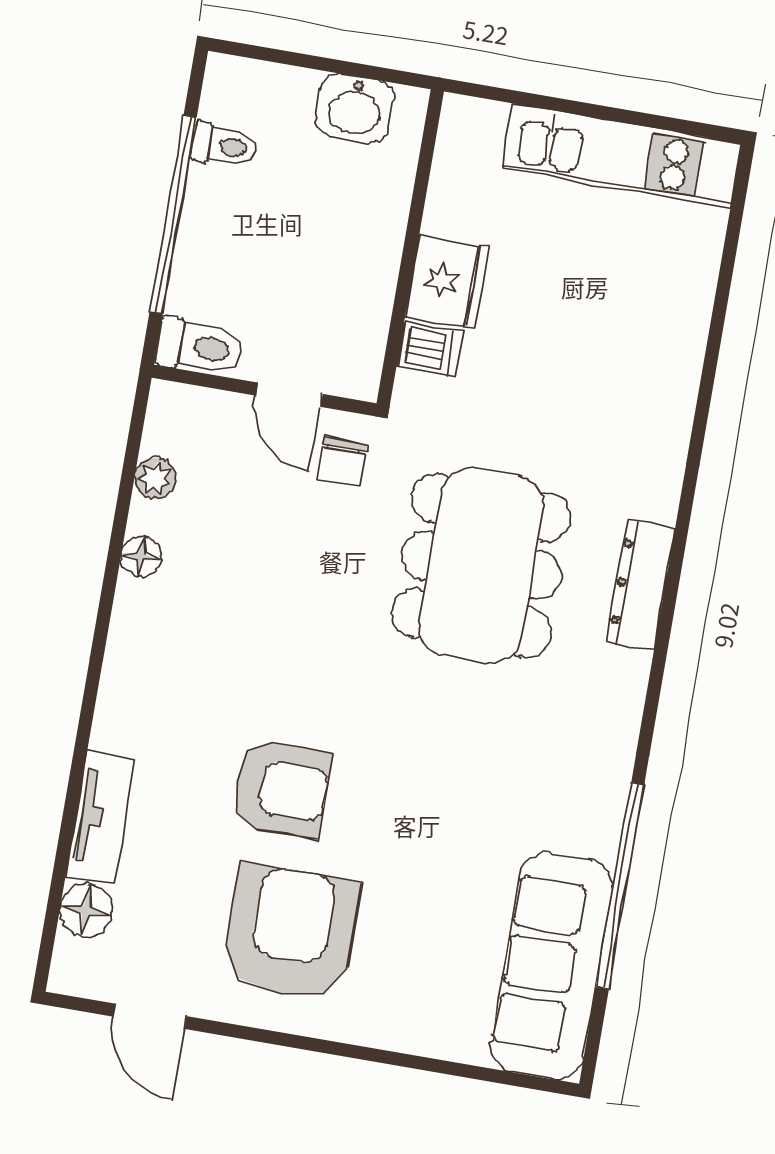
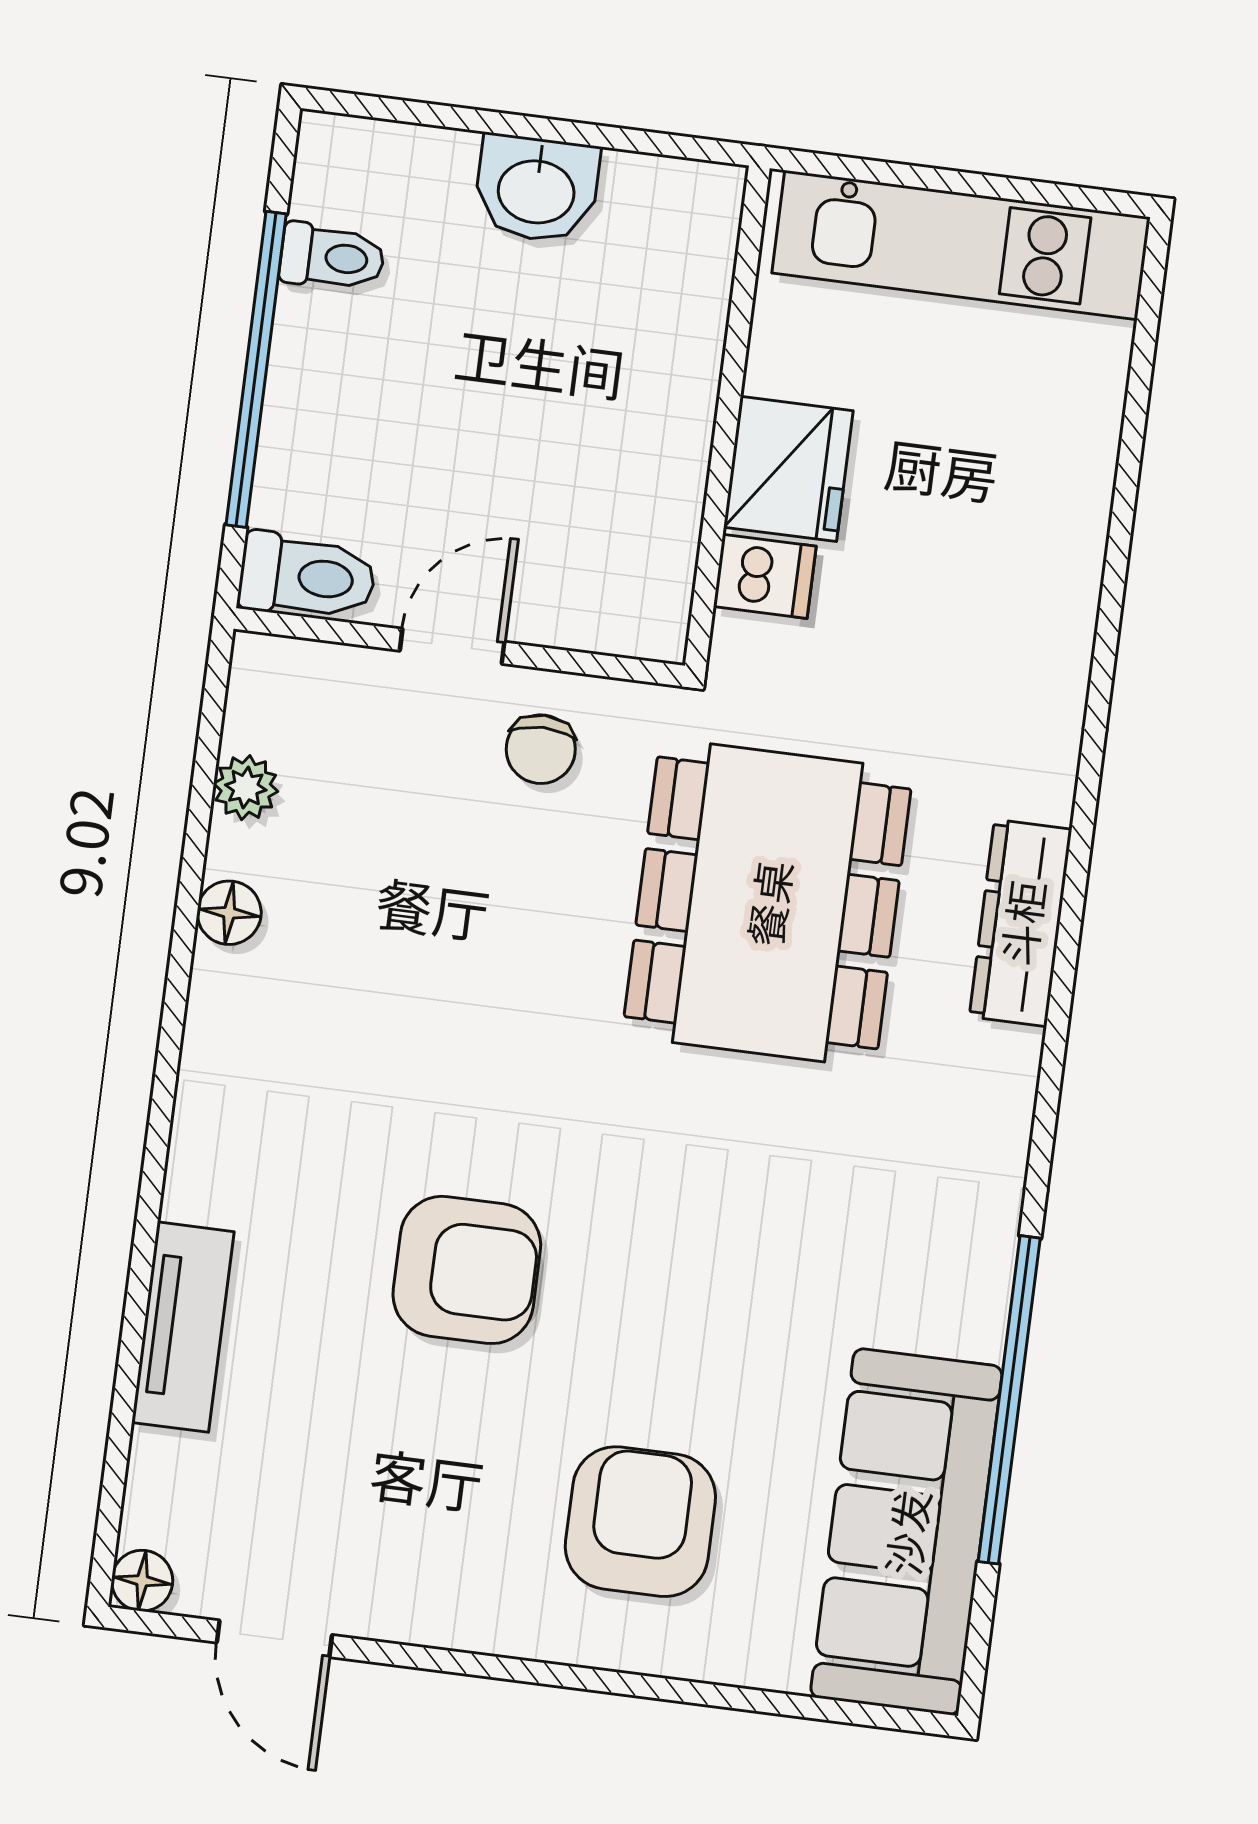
wall: (410, 247) -> (727, 417), moved
fridge: (447, 282) -> (788, 469), moved
dishwasher: (430, 349) -> (765, 576), moved
door: (289, 395) -> (452, 646), swing flipped
floor lamp: (86, 911) -> (142, 1581), moved, width x0.73, depth x0.73
armchair: (291, 933) -> (640, 1522), moved, width x0.73, depth x0.73

